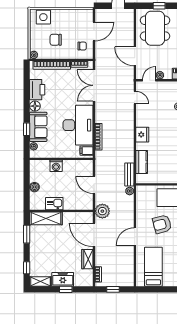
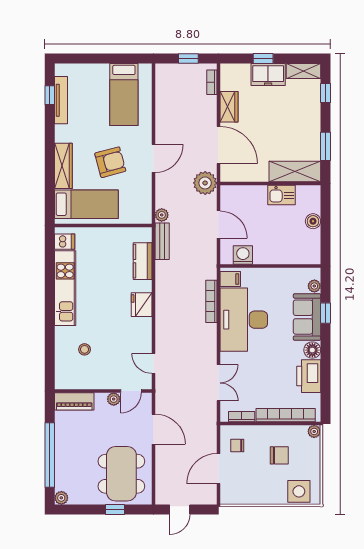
double door: (94, 85) -> (218, 383), width x0.73
washing machine: (56, 166) -> (243, 255), moved
door: (135, 237) -> (154, 158), moved

